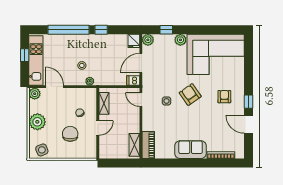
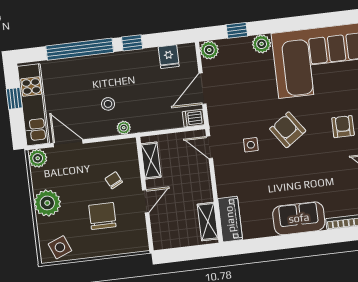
fridge: (134, 41) -> (169, 57), moved

